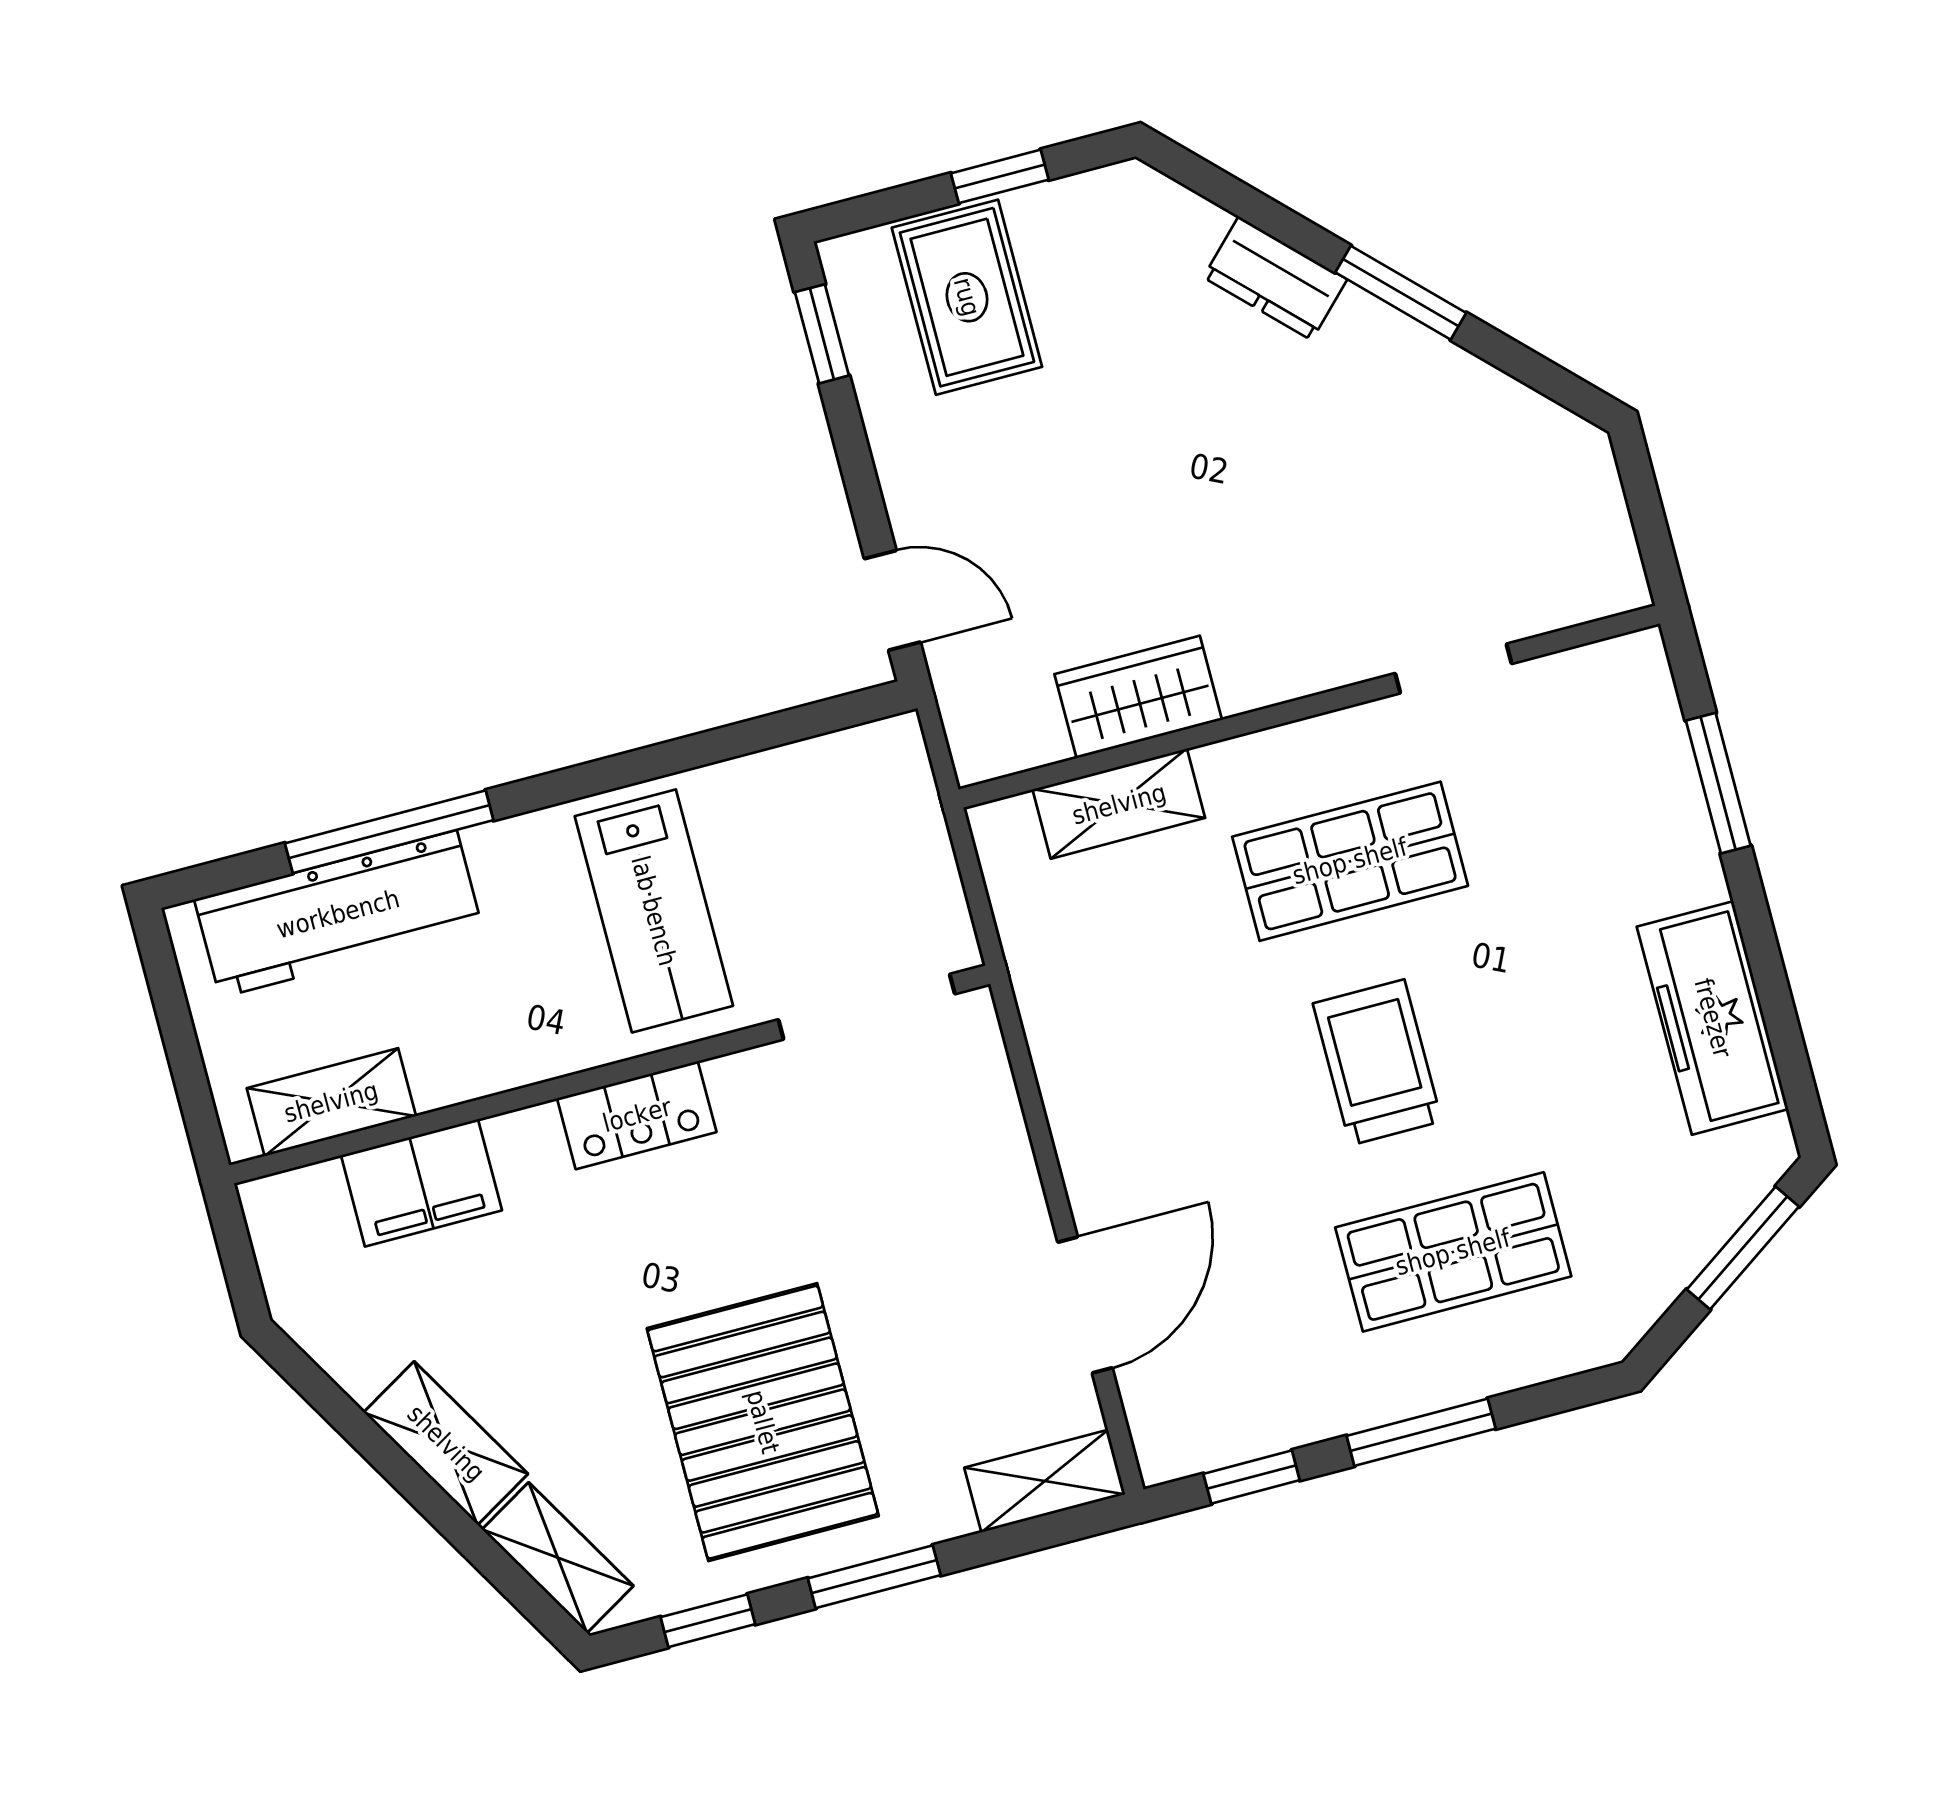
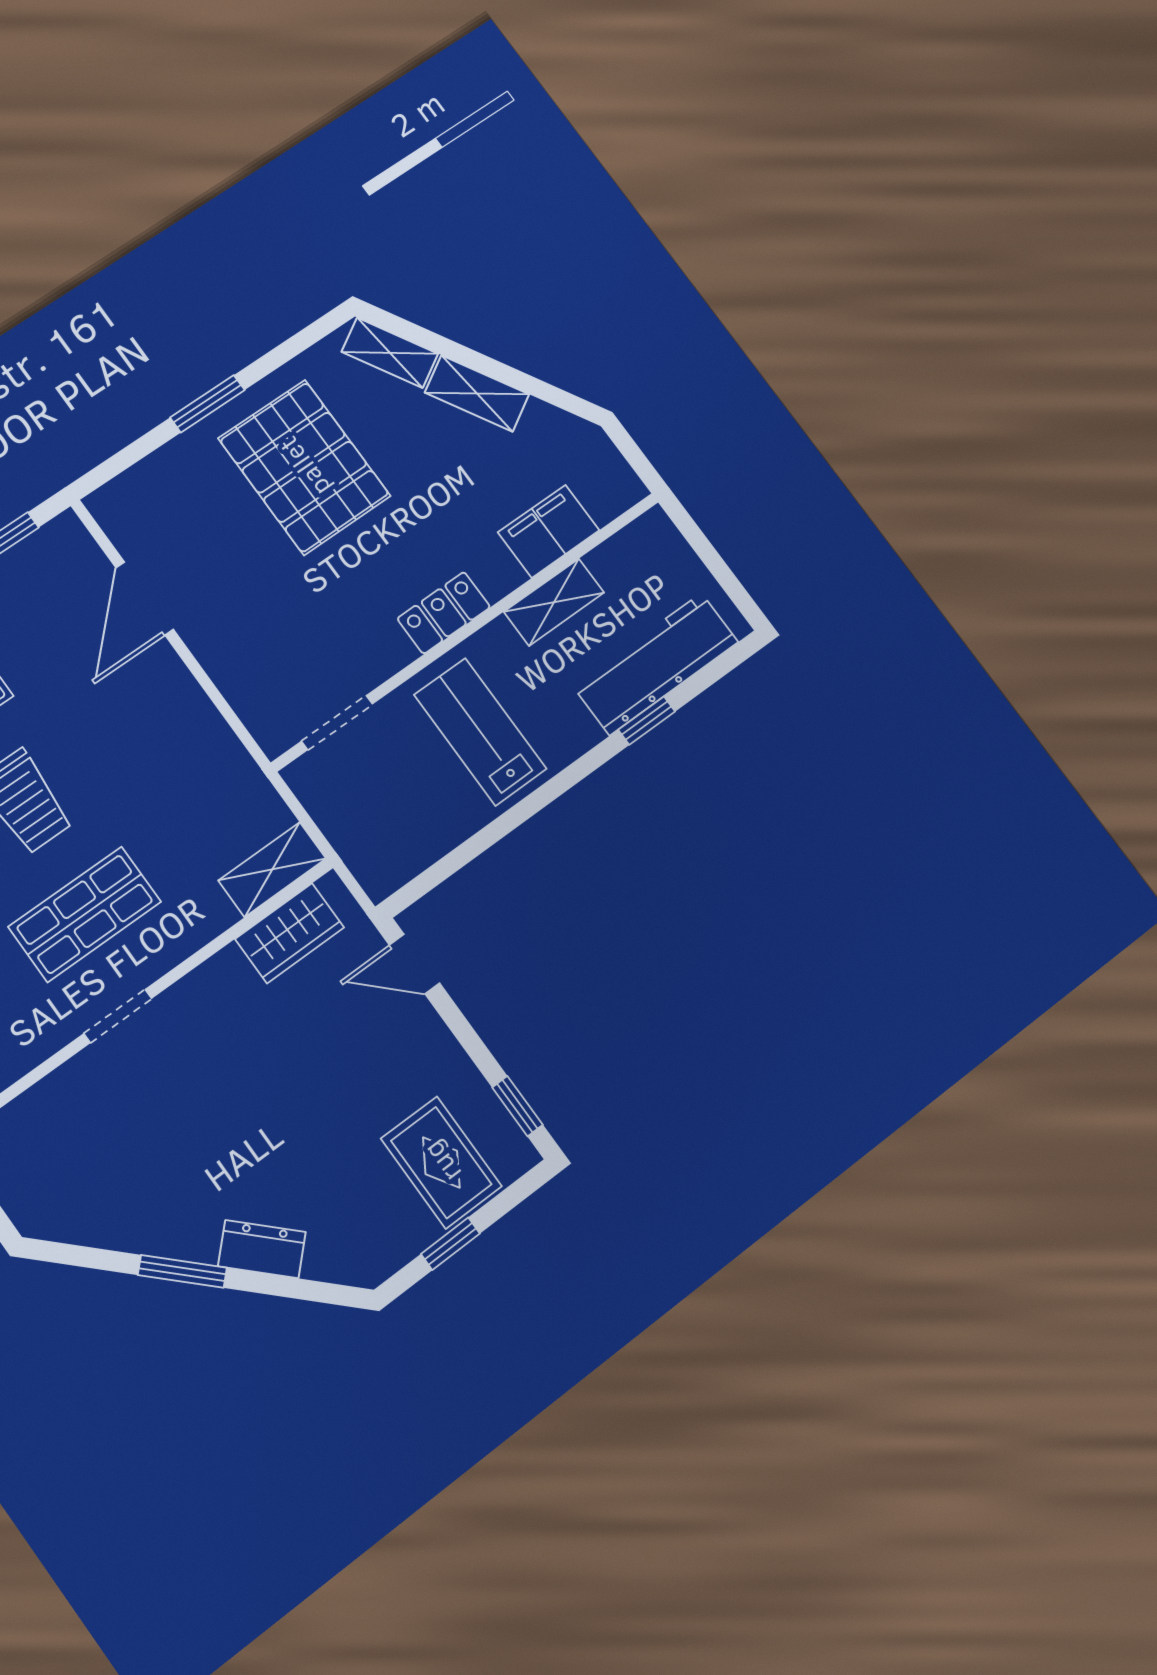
doorway: (1453, 668) -> (118, 1016), moved
wardrobe: (1138, 697) -> (290, 933), moved
shelving: (1119, 804) -> (272, 870), moved
window: (389, 832) -> (647, 721), width x0.46
doorway: (867, 1007) -> (337, 723), width x0.73
shelving: (331, 1102) -> (554, 602), moved
shelving: (1045, 1481) -> (130, 491), removed
window: (708, 1621) -> (292, 347), removed

